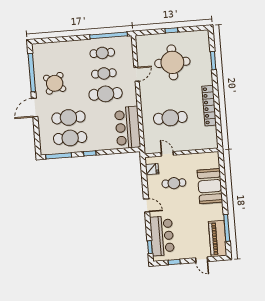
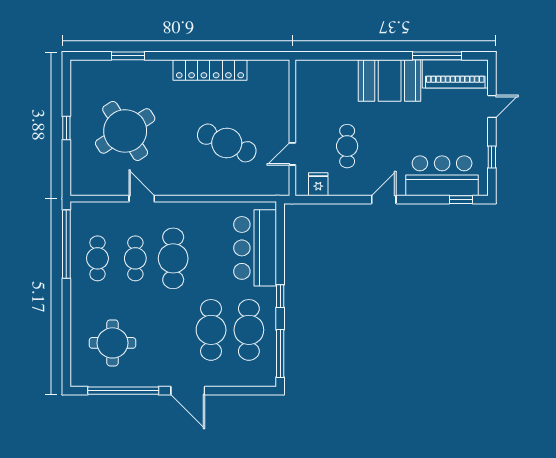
round table: (172, 62) -> (125, 131), turned -33
round table: (55, 83) -> (113, 343), moved, turned -38
cafe table: (170, 118) -> (227, 143), turned -66
bar counter: (128, 127) -> (255, 248), moved, turned 90
booth: (210, 186) -> (390, 81), moved

